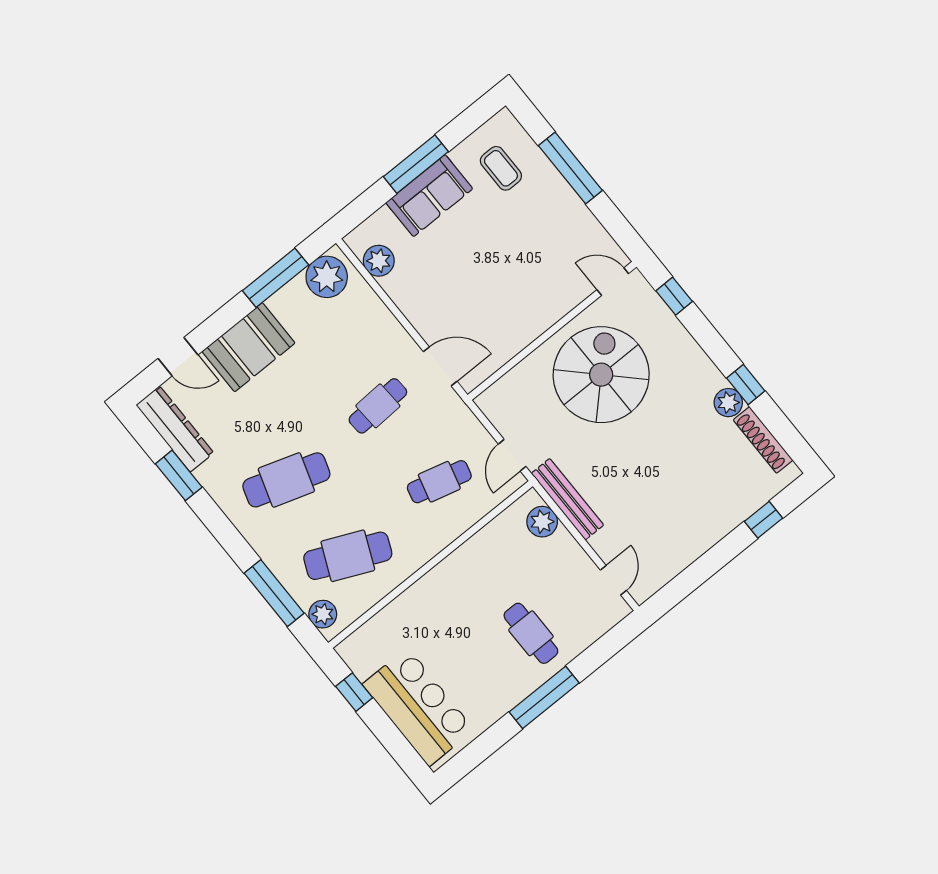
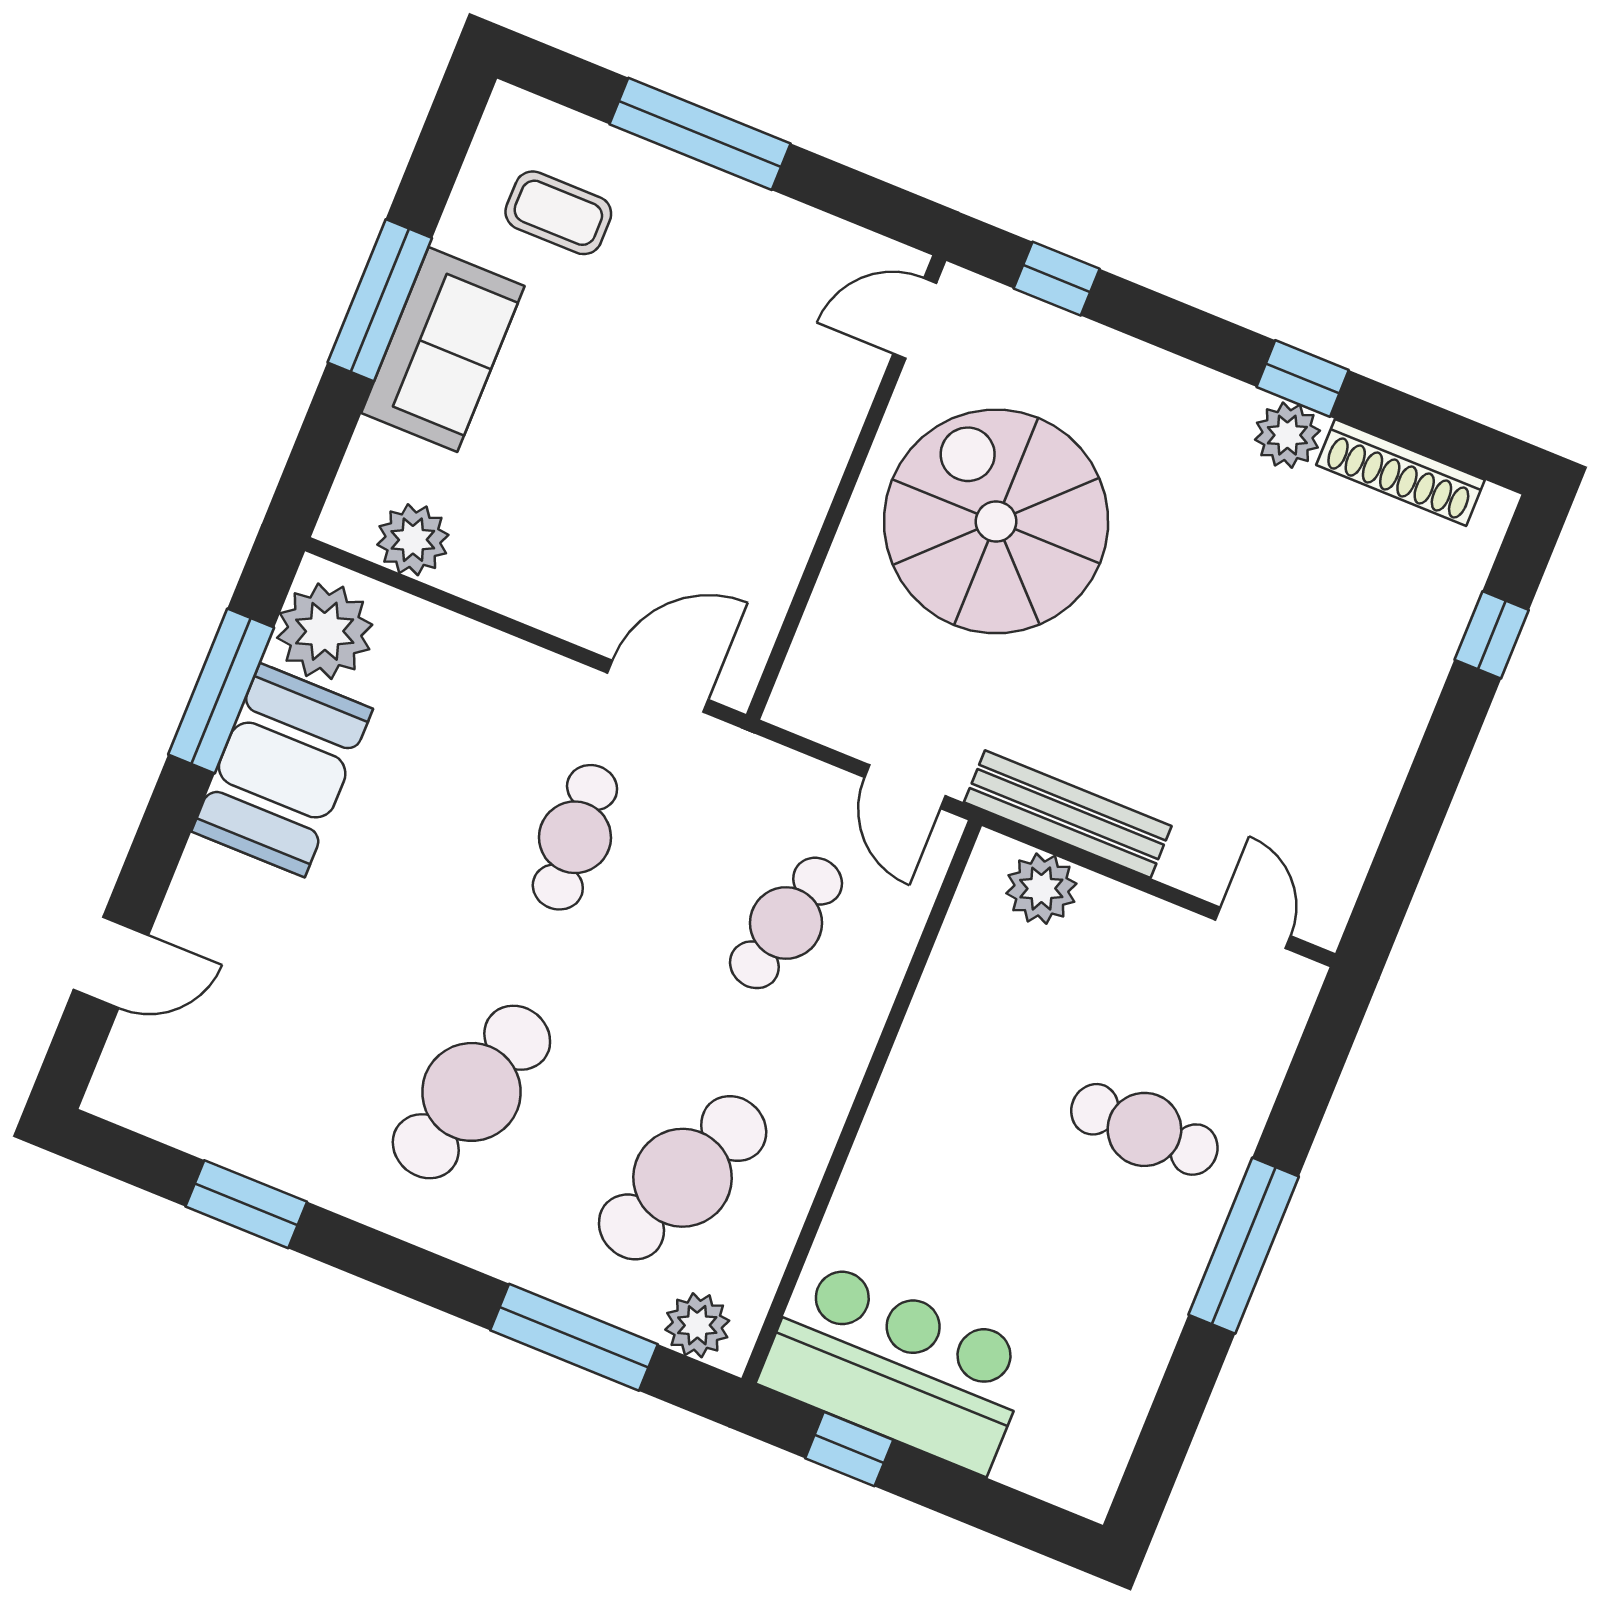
booth: (249, 347) -> (282, 770), moved
dresser: (175, 429) -> (186, 1114), removed
bar counter: (418, 707) -> (897, 1366), moved

